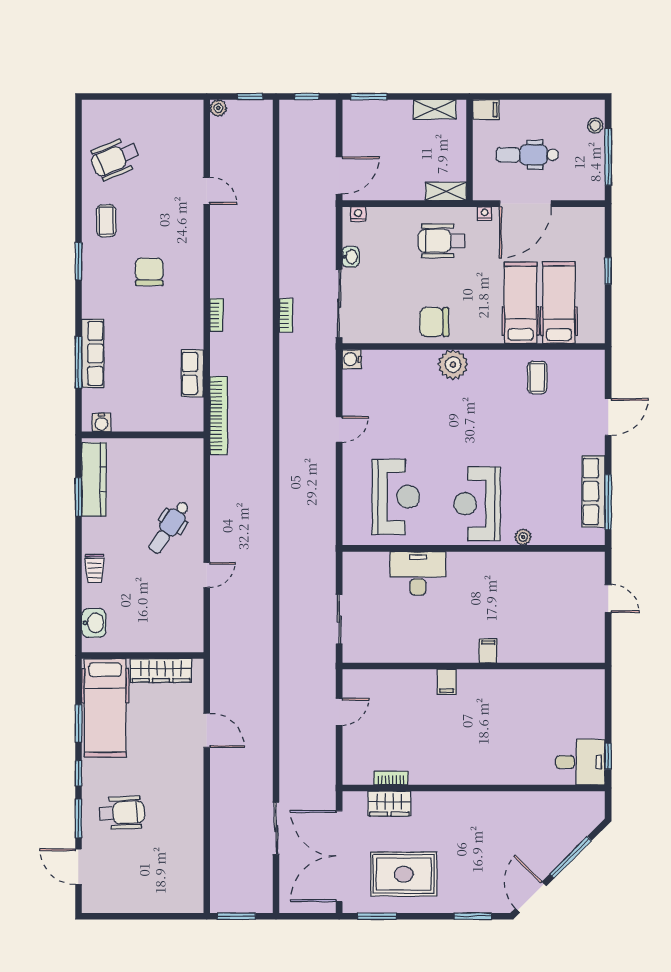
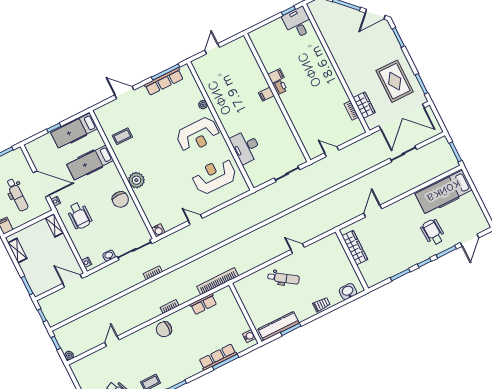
chair: (149, 272) -> (164, 329), moved
hospital bed: (559, 303) -> (74, 131), moved
printer: (488, 679) -> (280, 87), added
filing cabinet: (447, 682) -> (276, 76), moved
hospital bed: (105, 708) -> (444, 192), moved, turned 180

